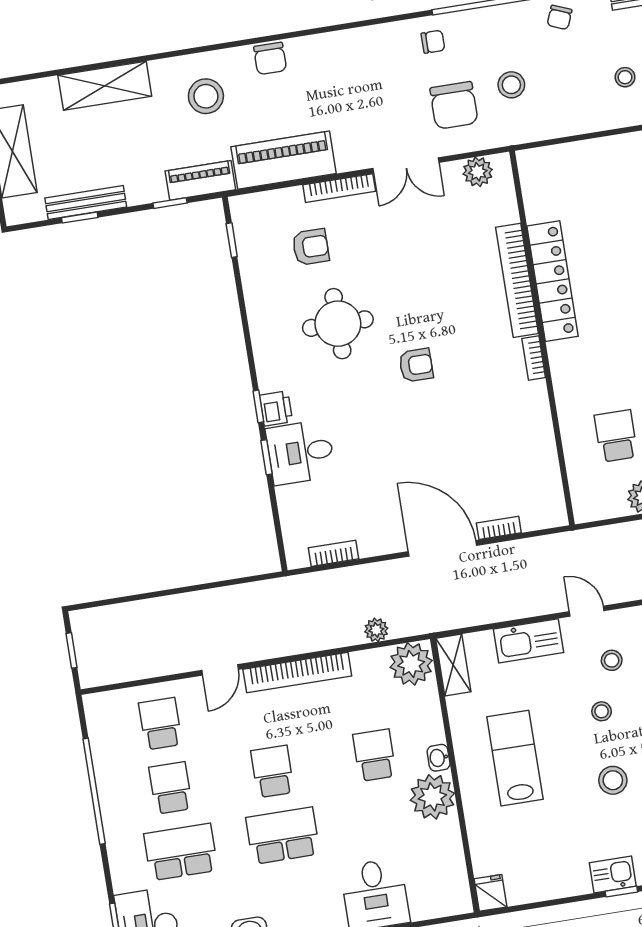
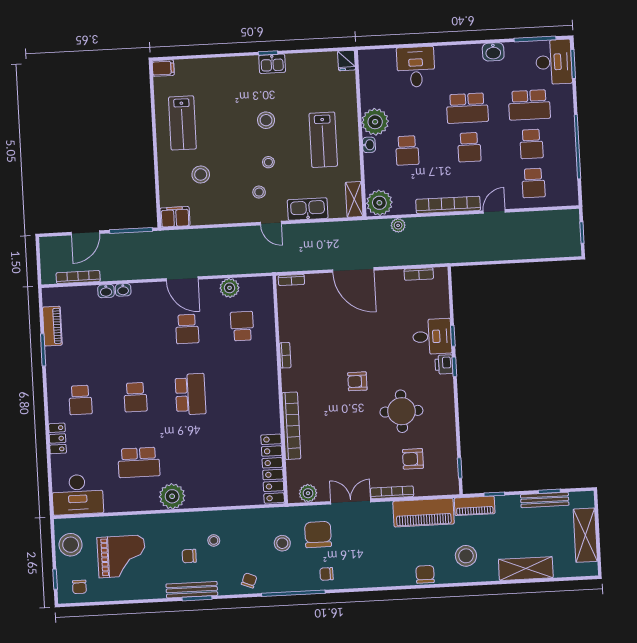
locker: (553, 281) -> (273, 469), moved
bookcase: (534, 358) -> (285, 355), moved
school desk: (616, 436) -> (242, 326), turned 180
bookcase: (499, 528) -> (291, 280), moved

